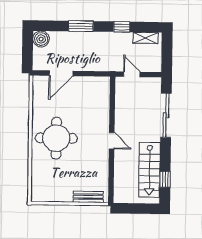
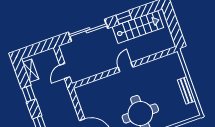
window: (165, 179) -> (124, 17), moved
bench: (88, 197) -> (186, 90), moved

